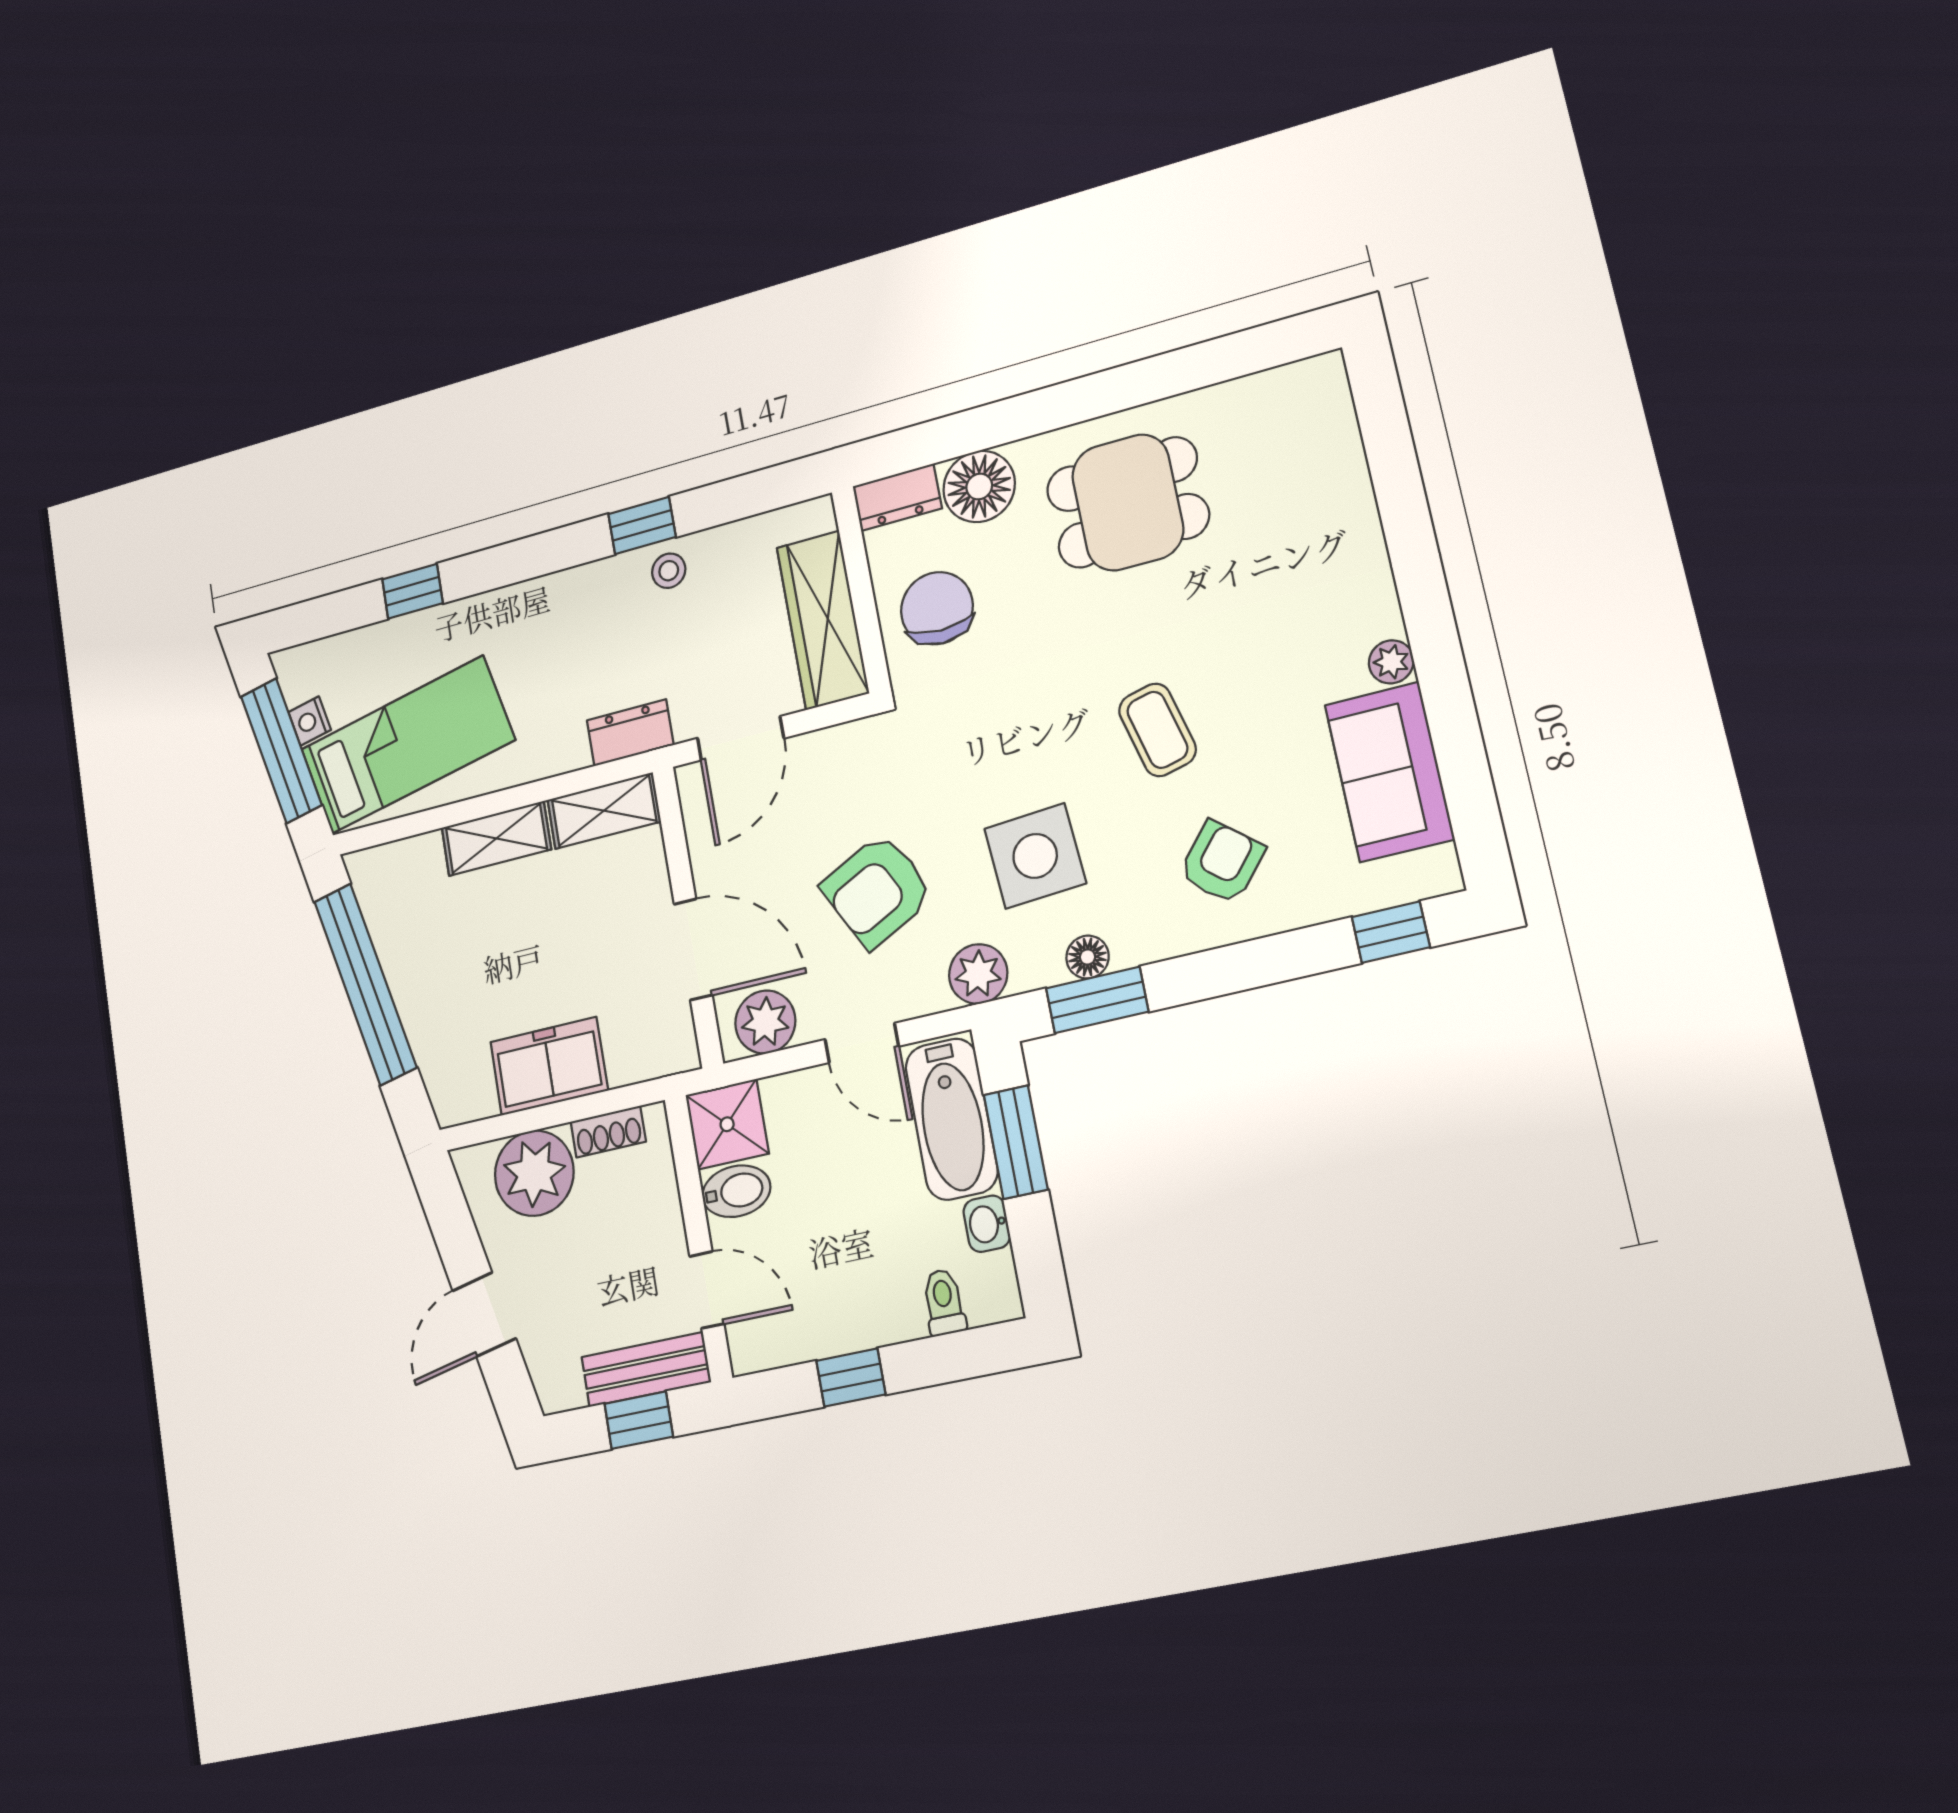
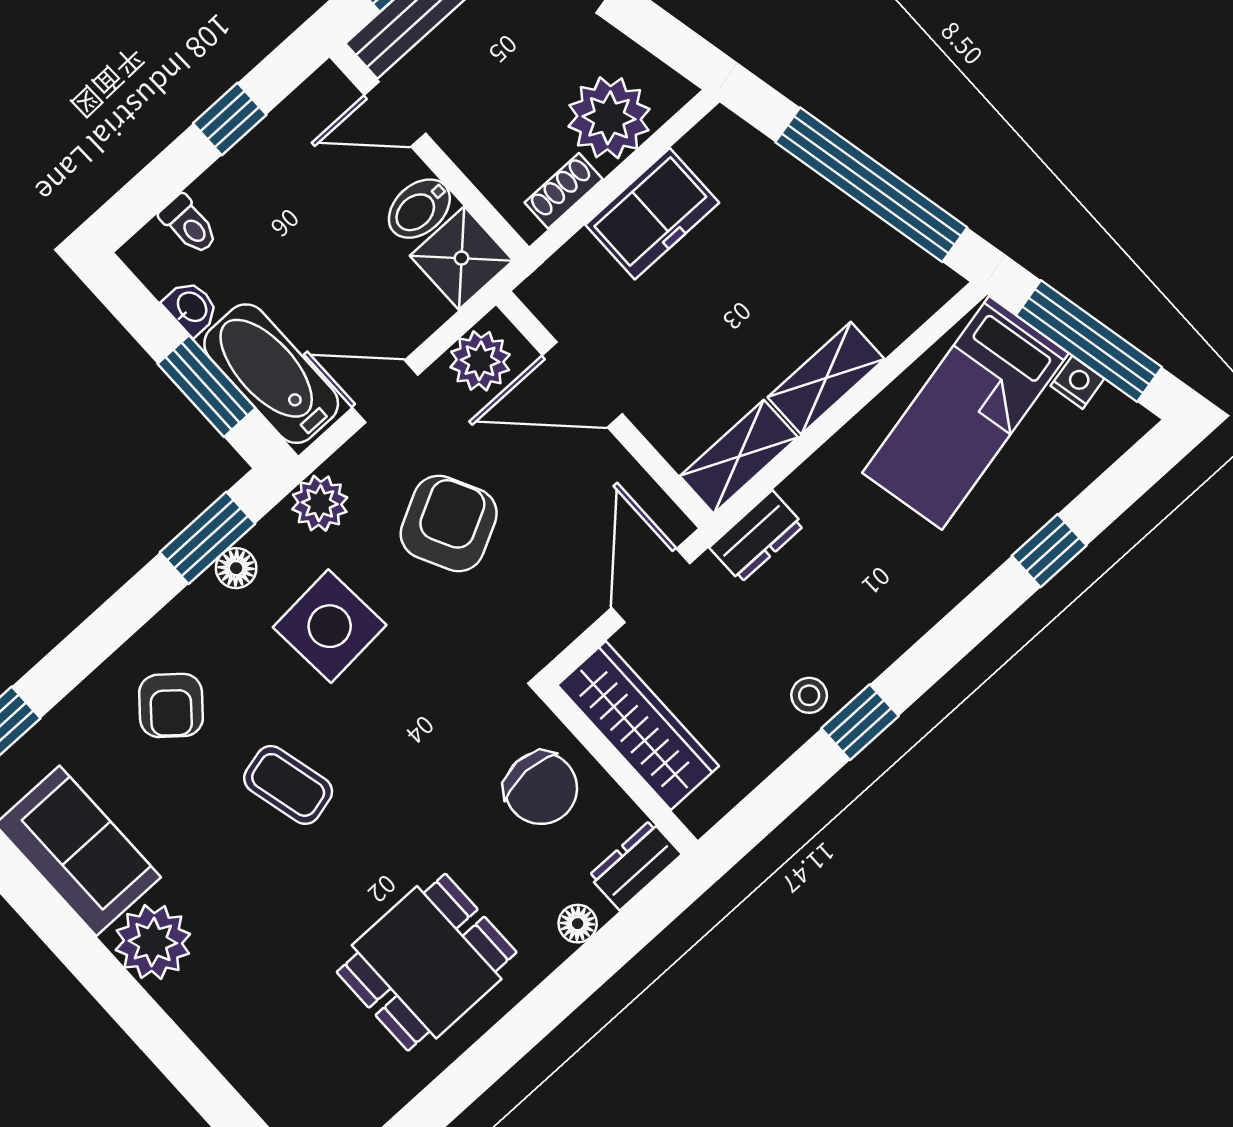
floor lamp: (979, 486) -> (578, 924), width x0.53, depth x0.53
plant: (1391, 662) -> (153, 942), width x1.88, depth x1.88

